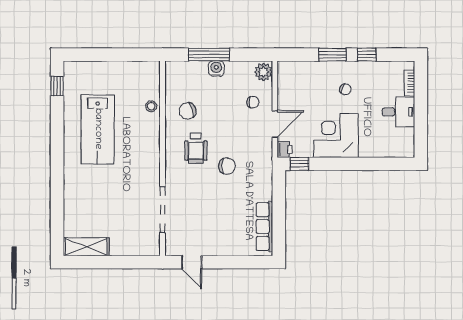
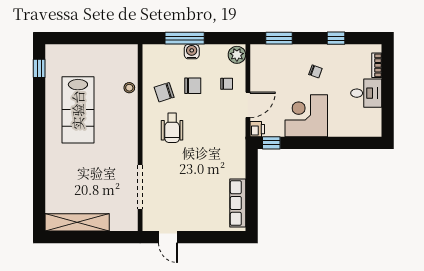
window: (332, 55) -> (279, 38), moved
chair: (227, 166) -> (193, 86), moved
shelving: (86, 247) -> (77, 222), width x1.47

